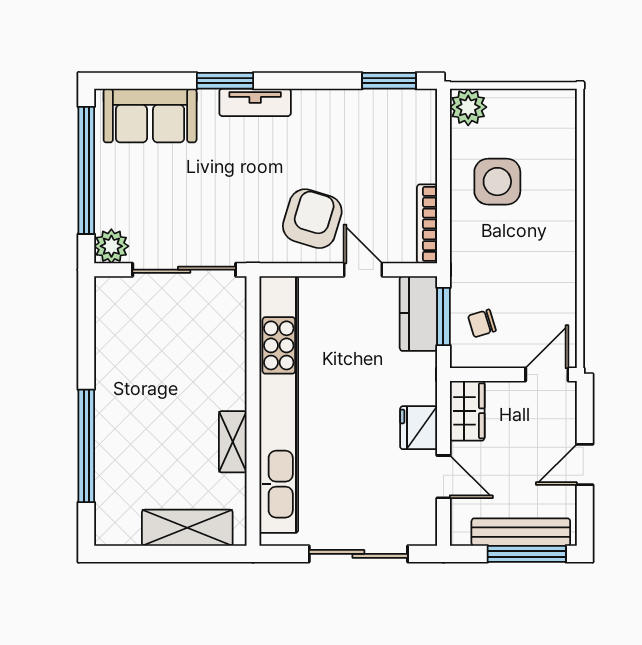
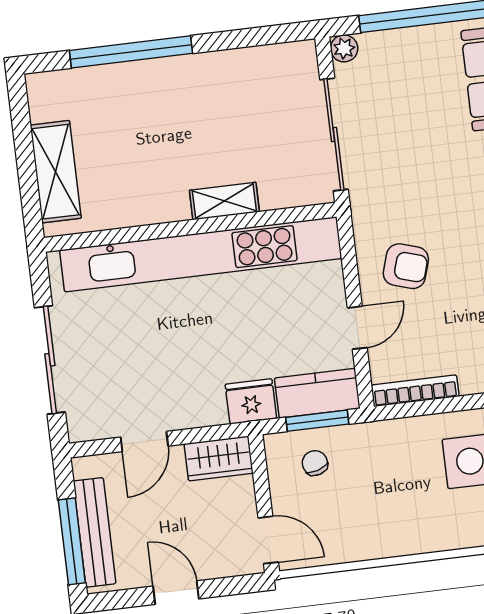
armchair: (312, 219) -> (406, 266), width x0.72, depth x0.72
plant: (111, 246) -> (344, 48), width x0.73, depth x0.73
fridge: (419, 428) -> (251, 401), moved
shelving: (233, 442) -> (224, 201), moved

